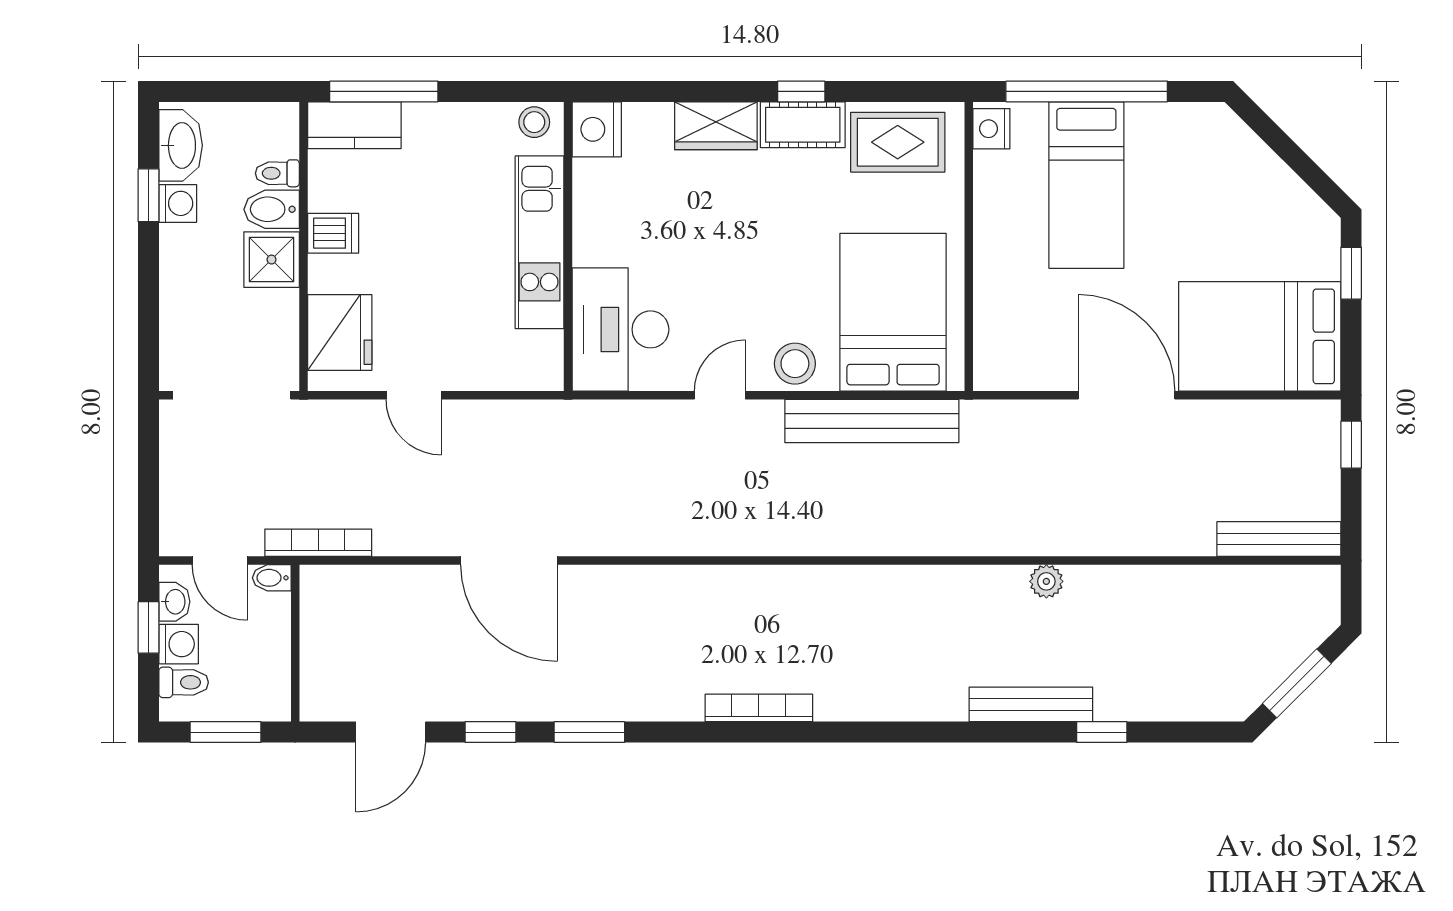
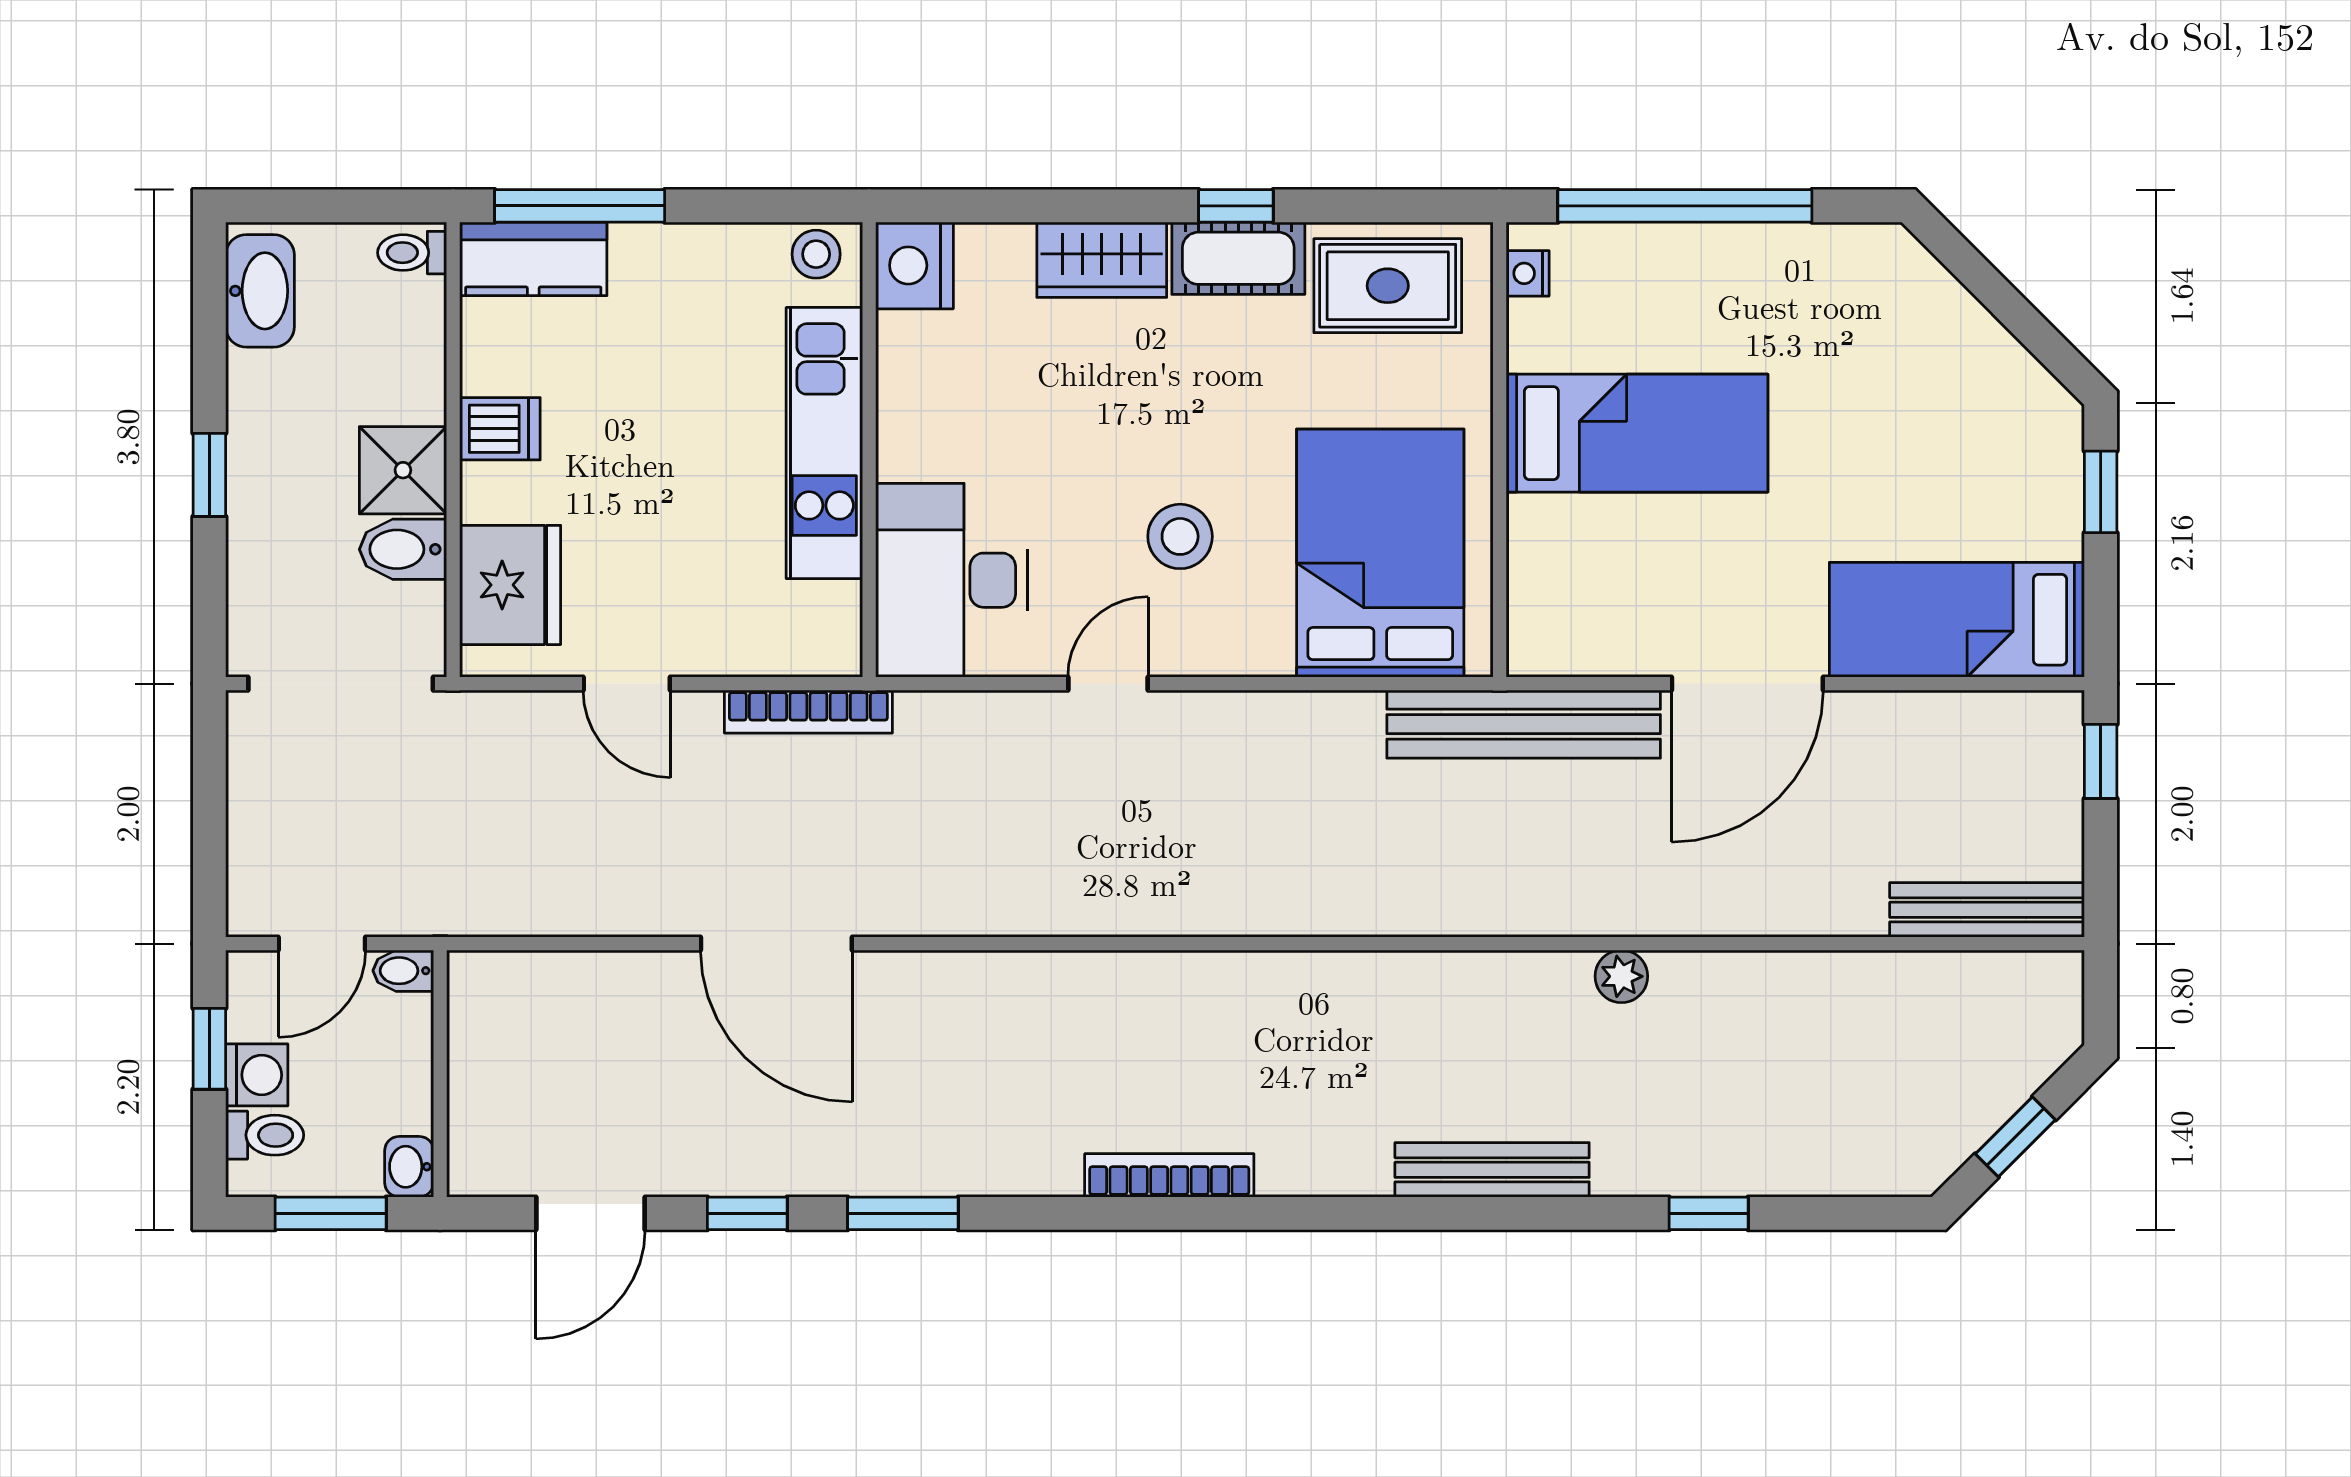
nightstand: (991, 129) -> (1528, 273), width x0.72, depth x0.74
toilet: (277, 173) -> (412, 253), moved
bed: (1086, 185) -> (1637, 433), moved, turned -90
window: (148, 195) -> (209, 475), moved
washing machine: (178, 203) -> (255, 382), removed
bidet: (272, 209) -> (403, 549), moved
bed: (1260, 336) -> (1957, 620), width x0.67
stool: (795, 364) -> (1180, 536), moved
door: (1126, 395) -> (1747, 684), swing flipped
bench: (872, 421) -> (1524, 724), moved
bookcase: (318, 543) -> (808, 712), moved, turned 180
door: (220, 561) -> (322, 944), hinge flipped
washbasin: (174, 602) -> (409, 1167), moved, turned 180
window: (1297, 683) -> (2015, 1137), width x0.67
bench: (1031, 704) -> (1492, 1170), moved

